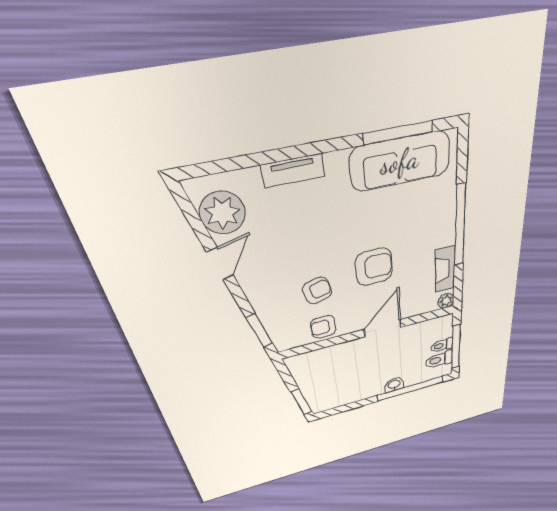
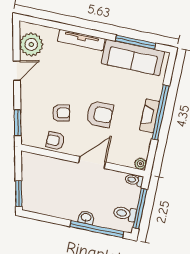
tv unit: (293, 171) -> (81, 40), width x1.41
fireplace: (445, 269) -> (150, 116), moved
toilet: (442, 345) -> (134, 180), moved

